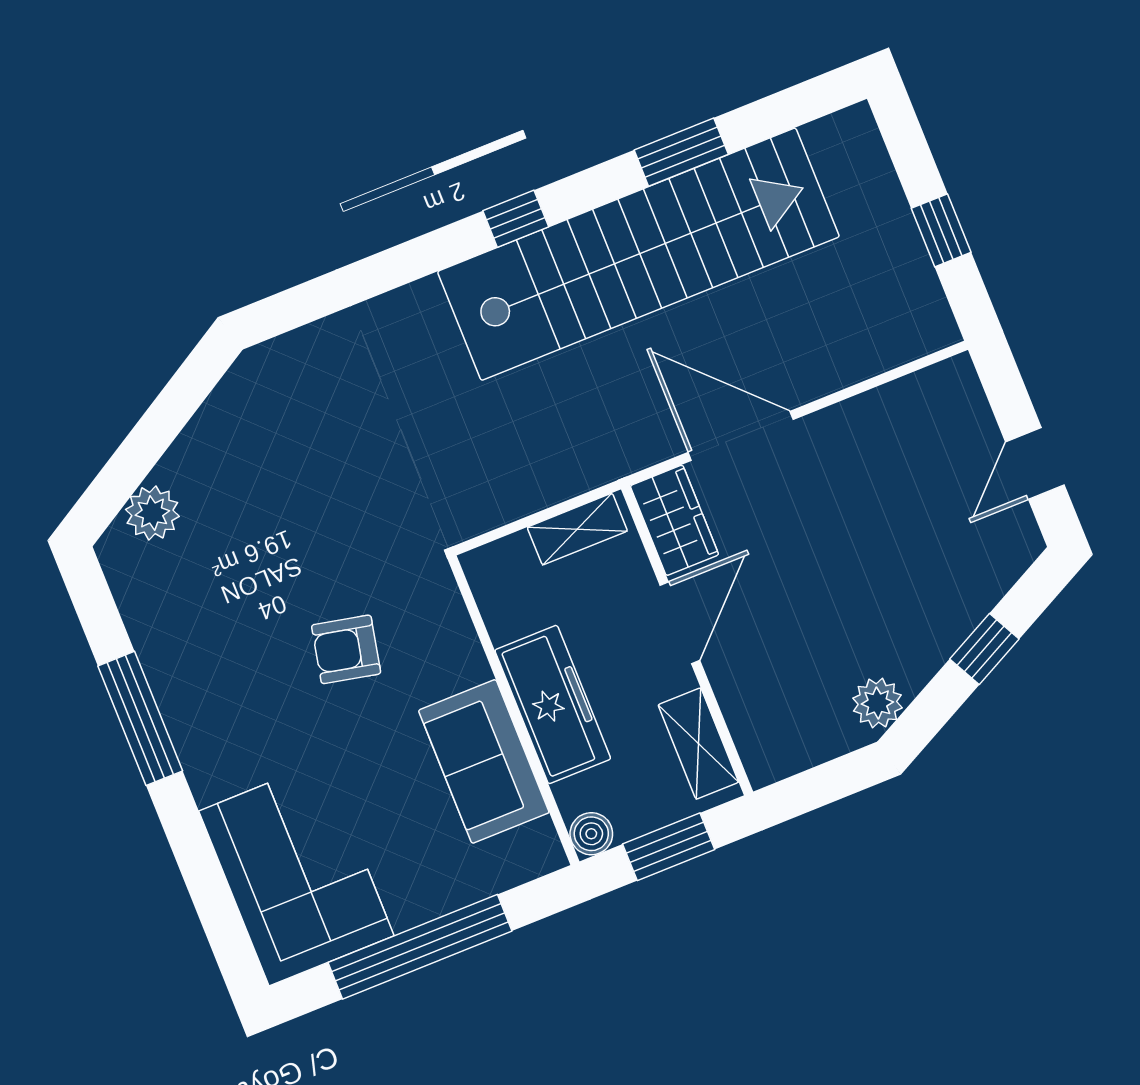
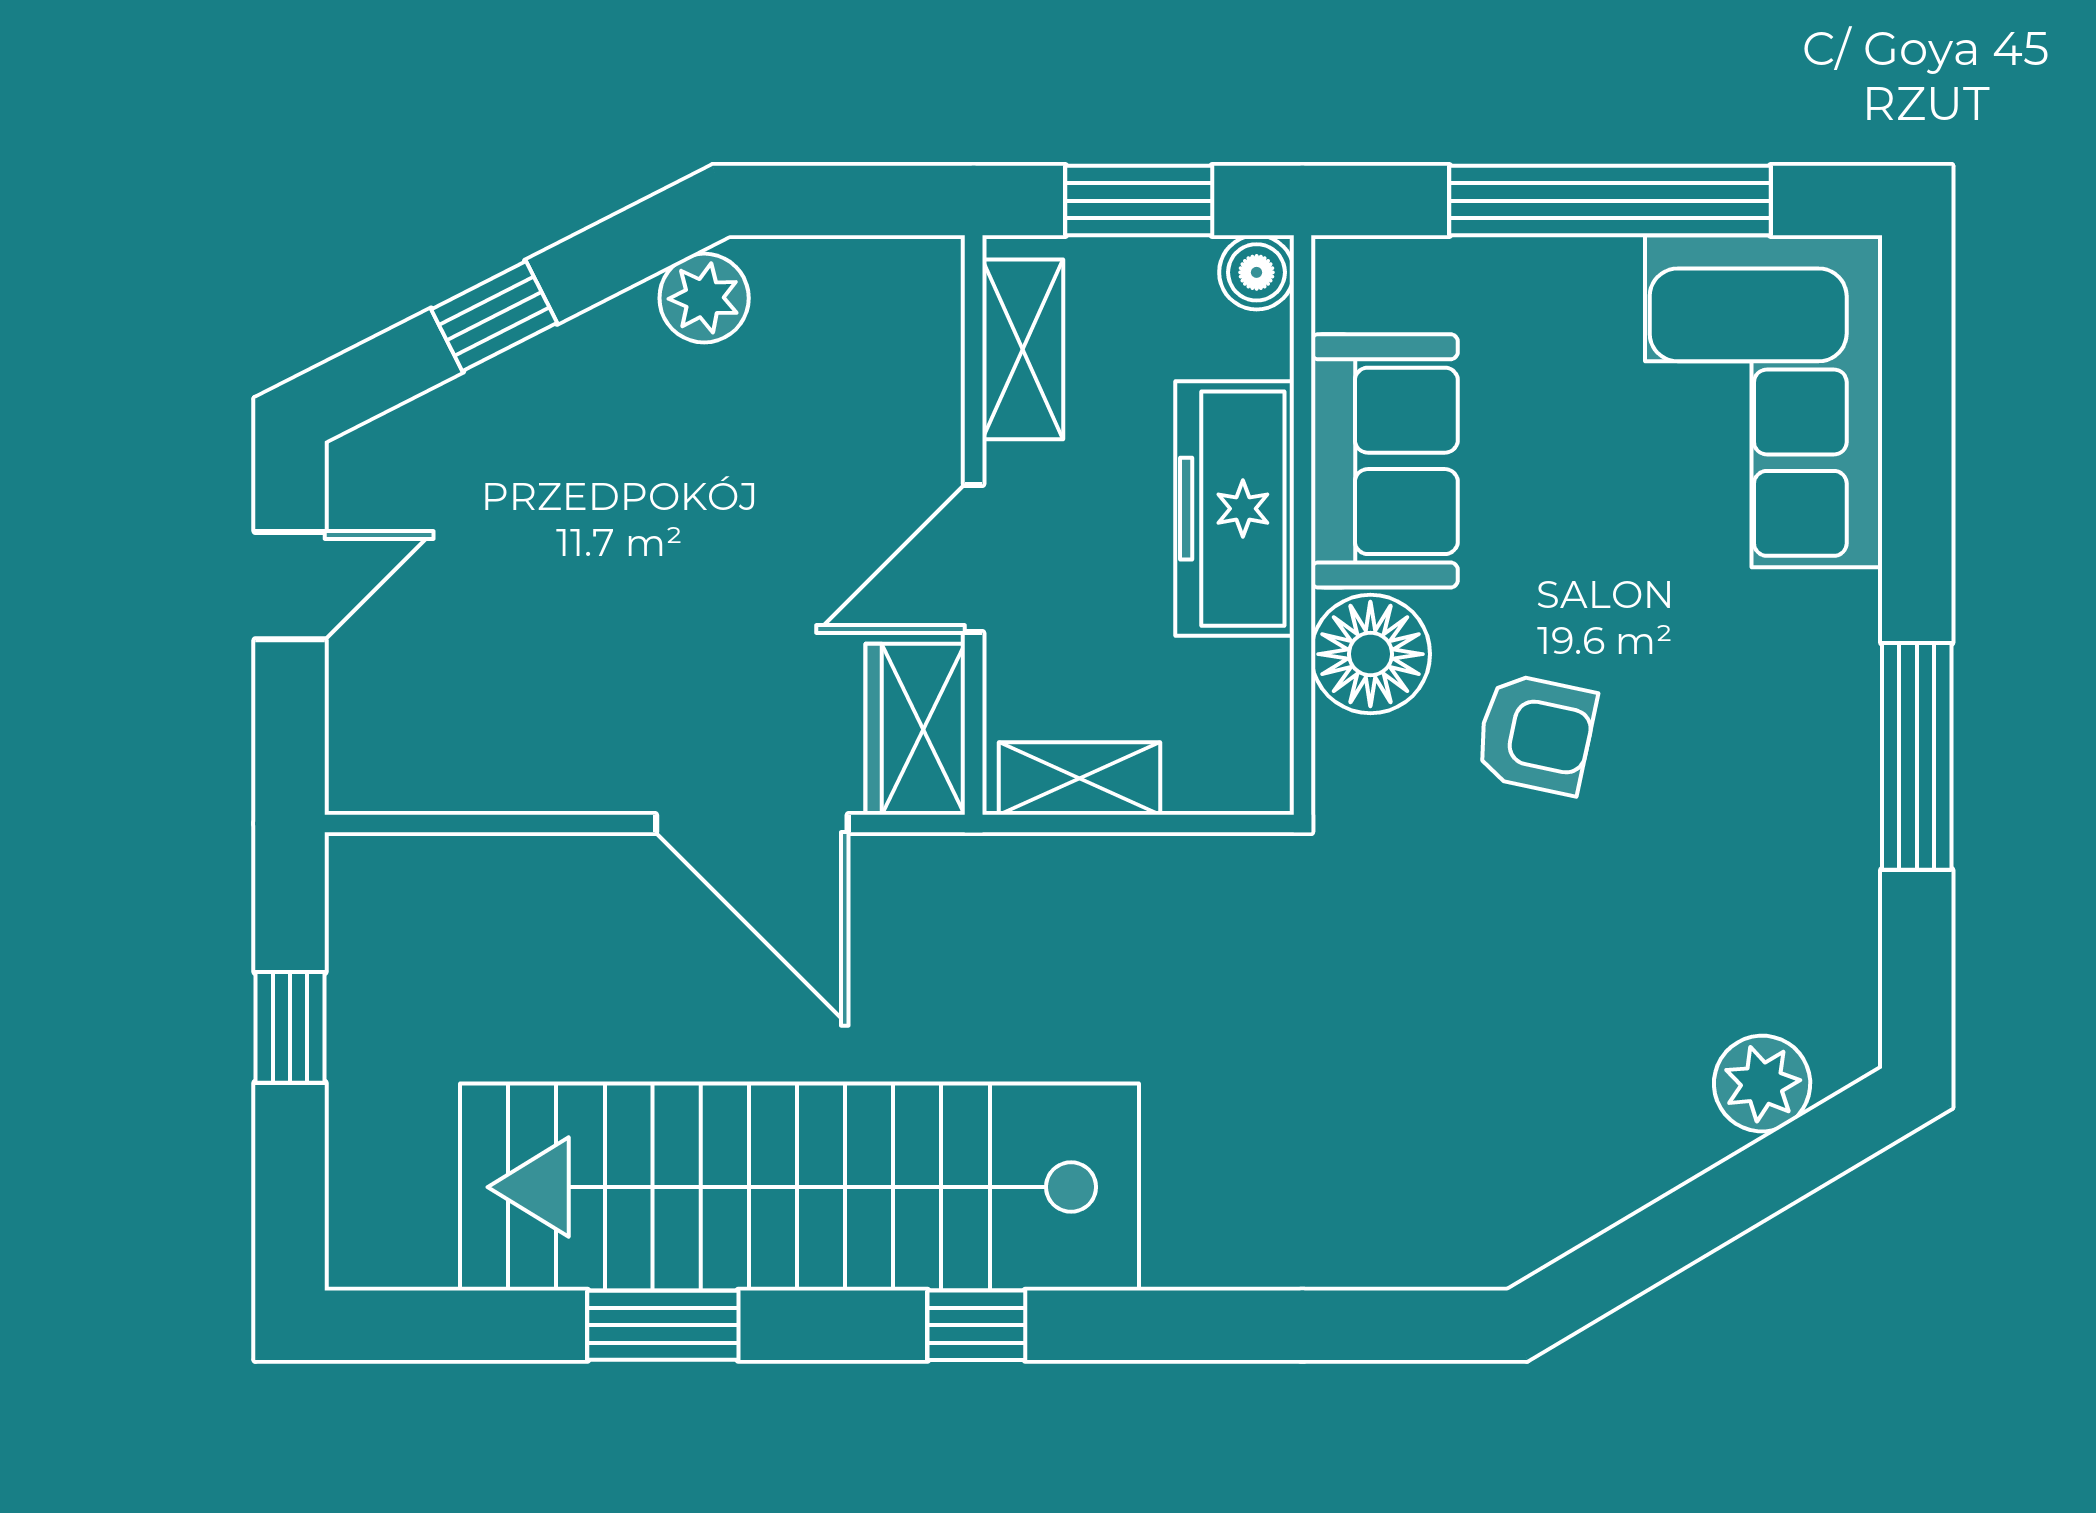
floor lamp: (450, 657) -> (1370, 654), added

